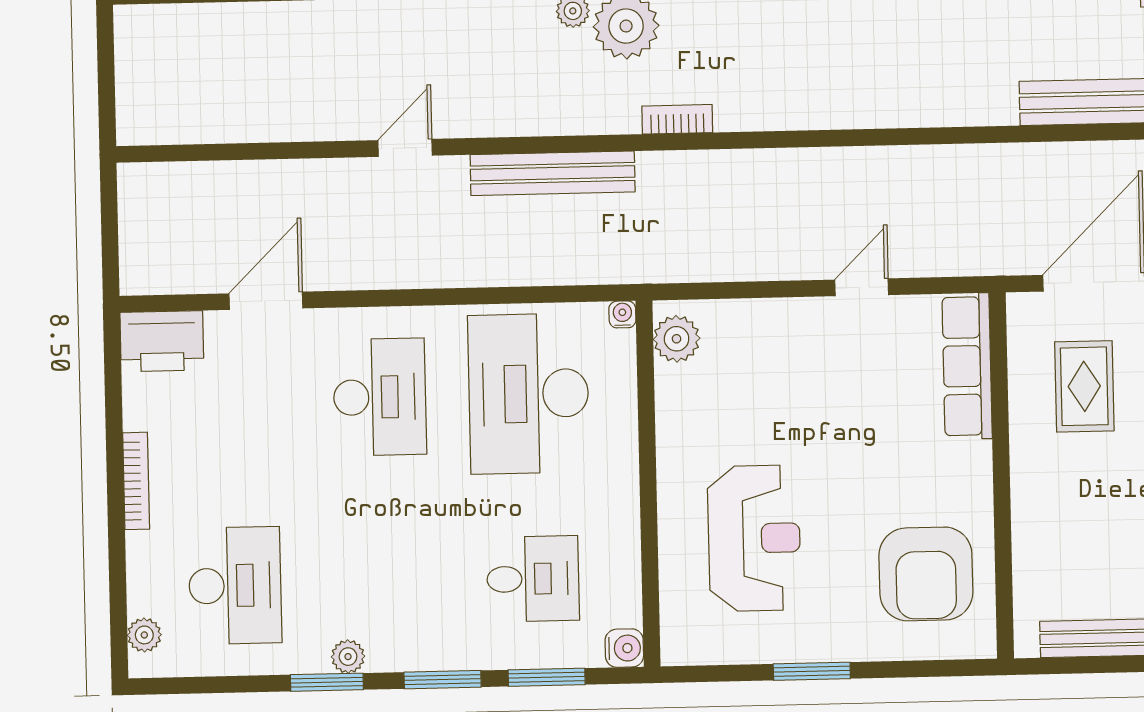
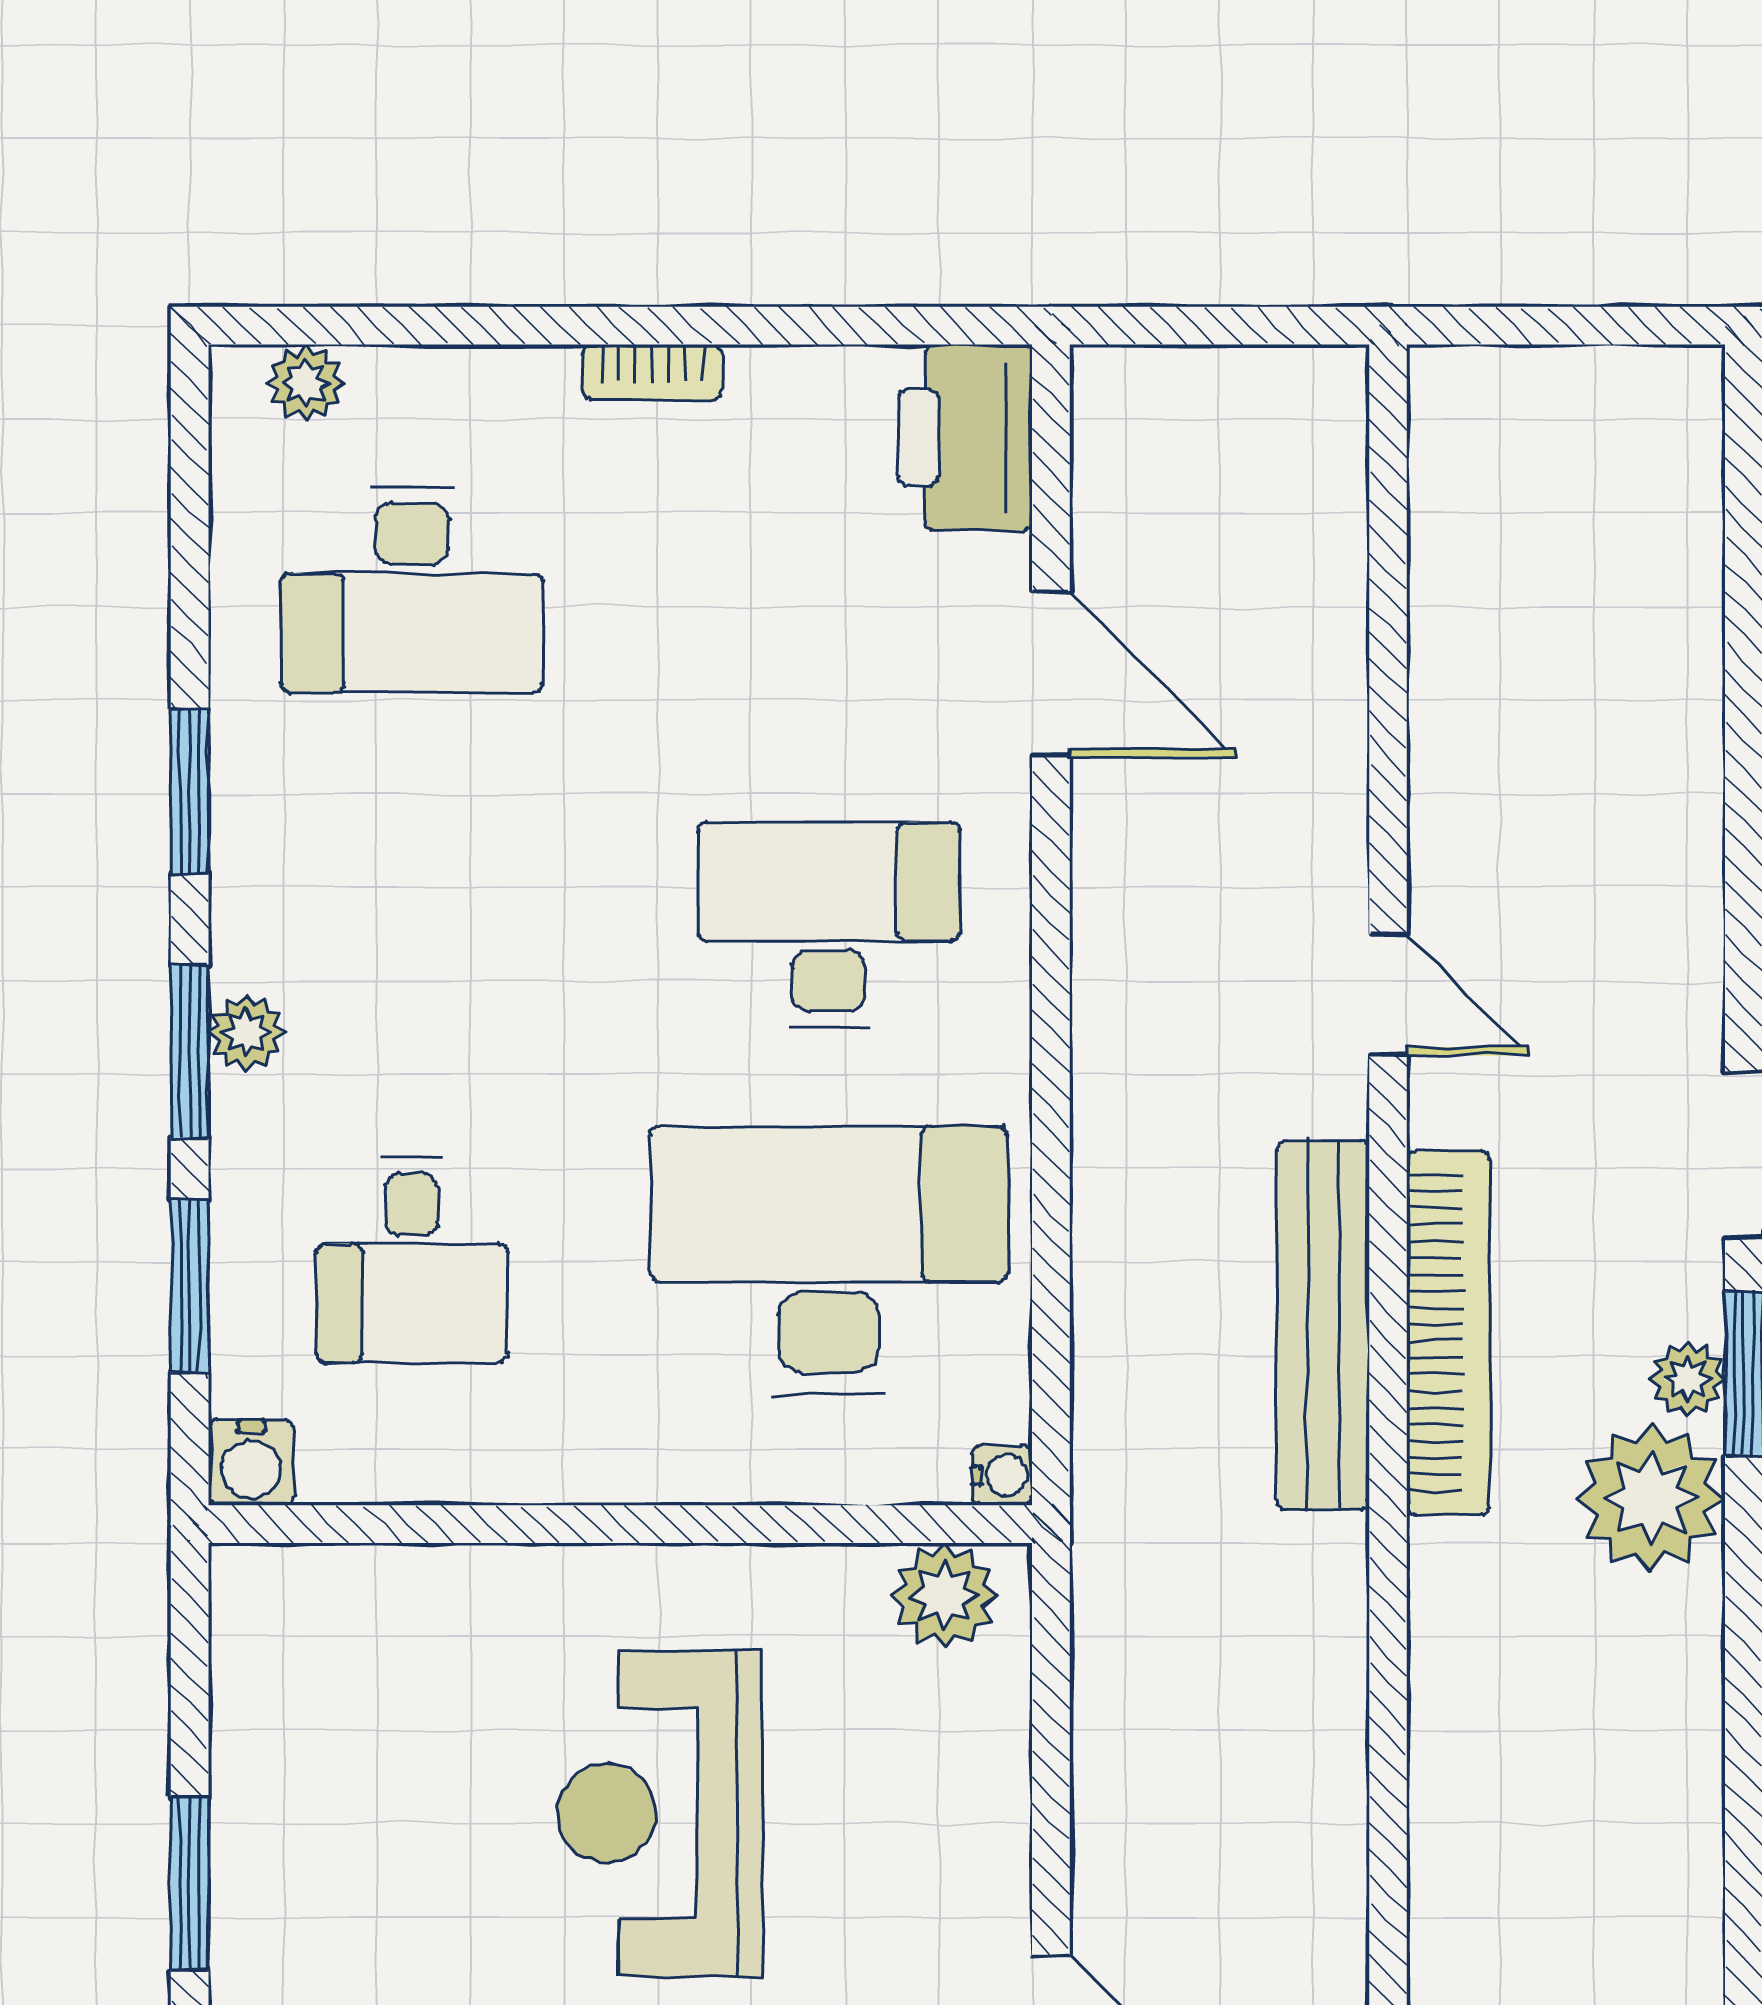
bookcase: (677, 119) -> (1448, 1332), moved, width x2.31, depth x1.31
desk: (380, 397) -> (829, 925), turned 180
bookcase: (136, 481) -> (652, 372), width x0.64
reception desk: (754, 538) -> (660, 1813), moved, turned 90
plant: (348, 657) -> (246, 1033), moved

